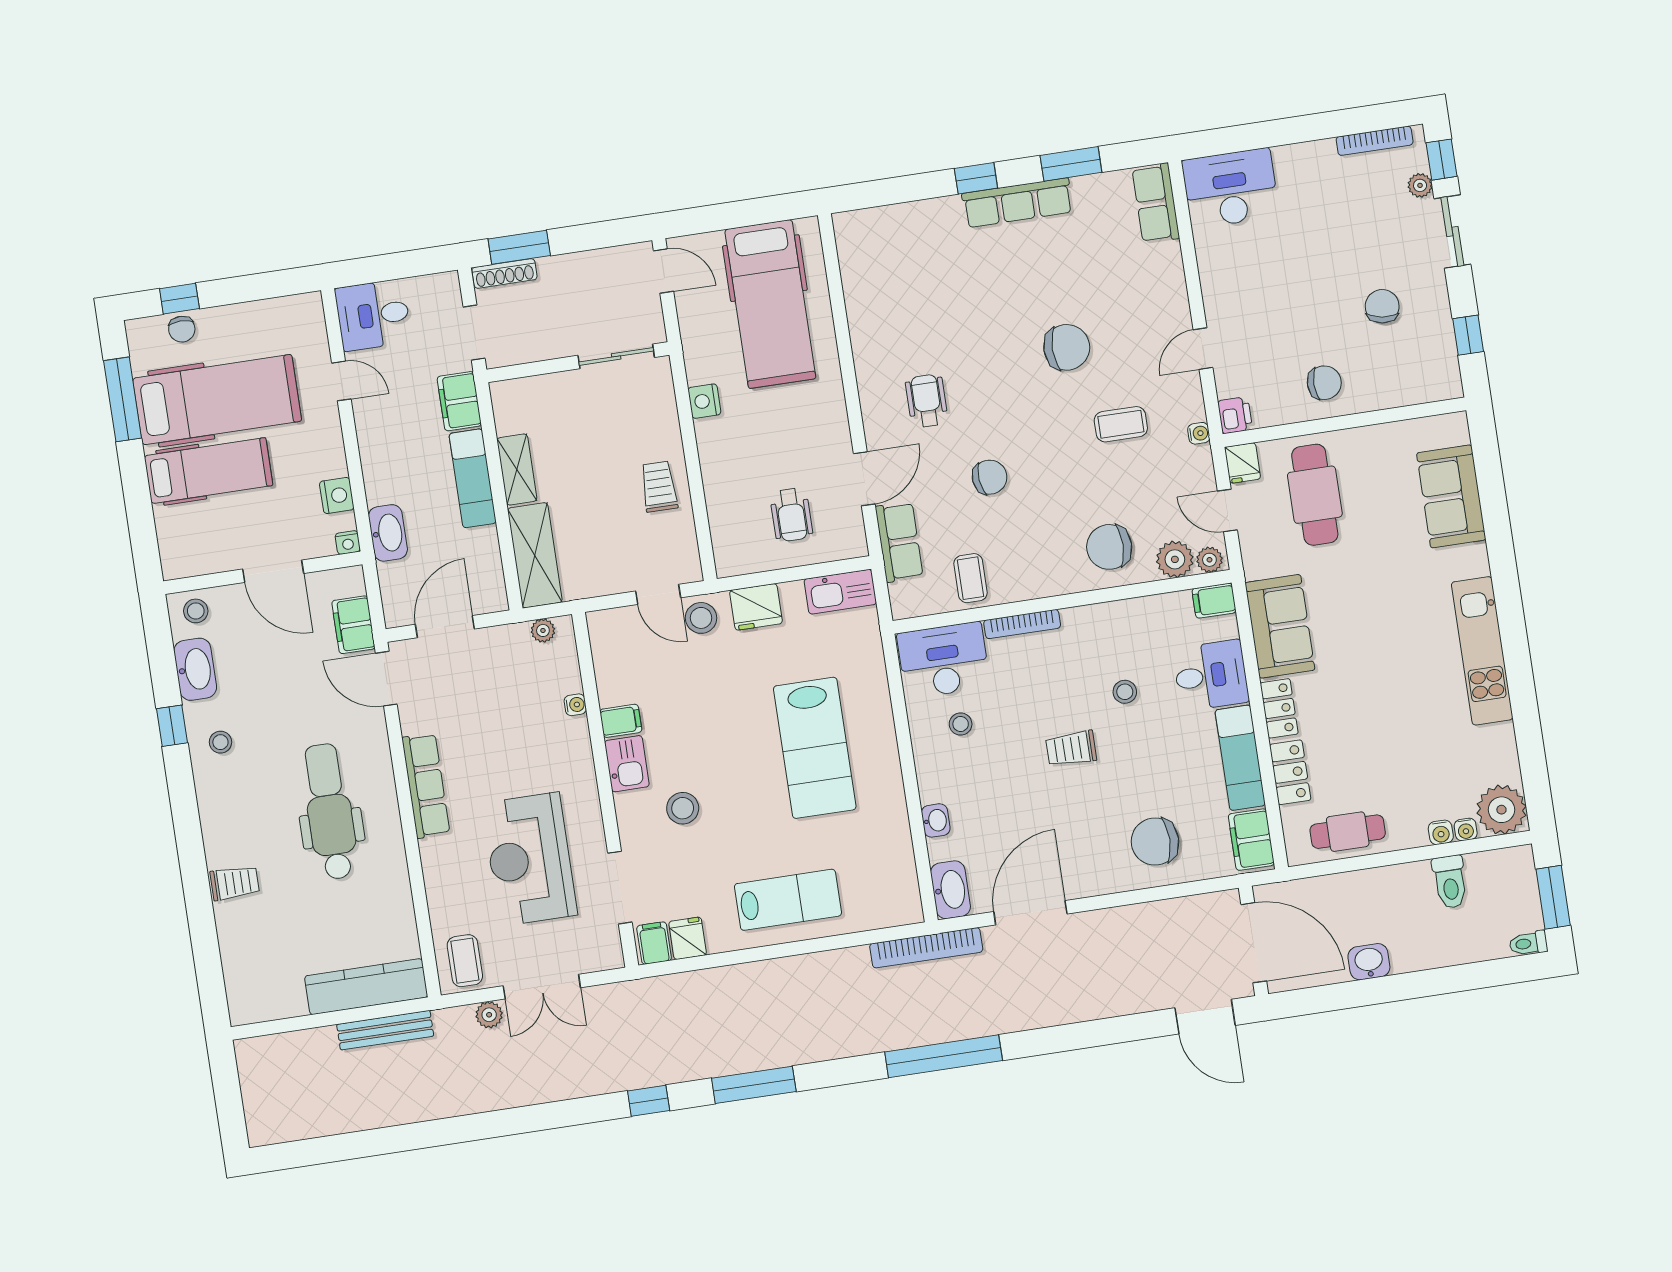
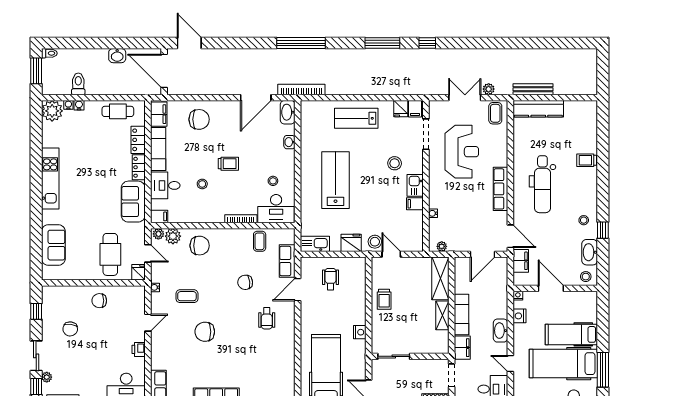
printer: (1235, 415) -> (139, 349), moved
washbasin: (388, 533) -> (500, 331), moved

